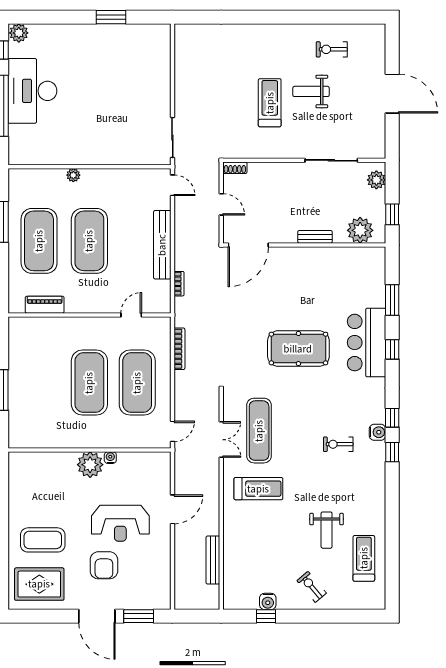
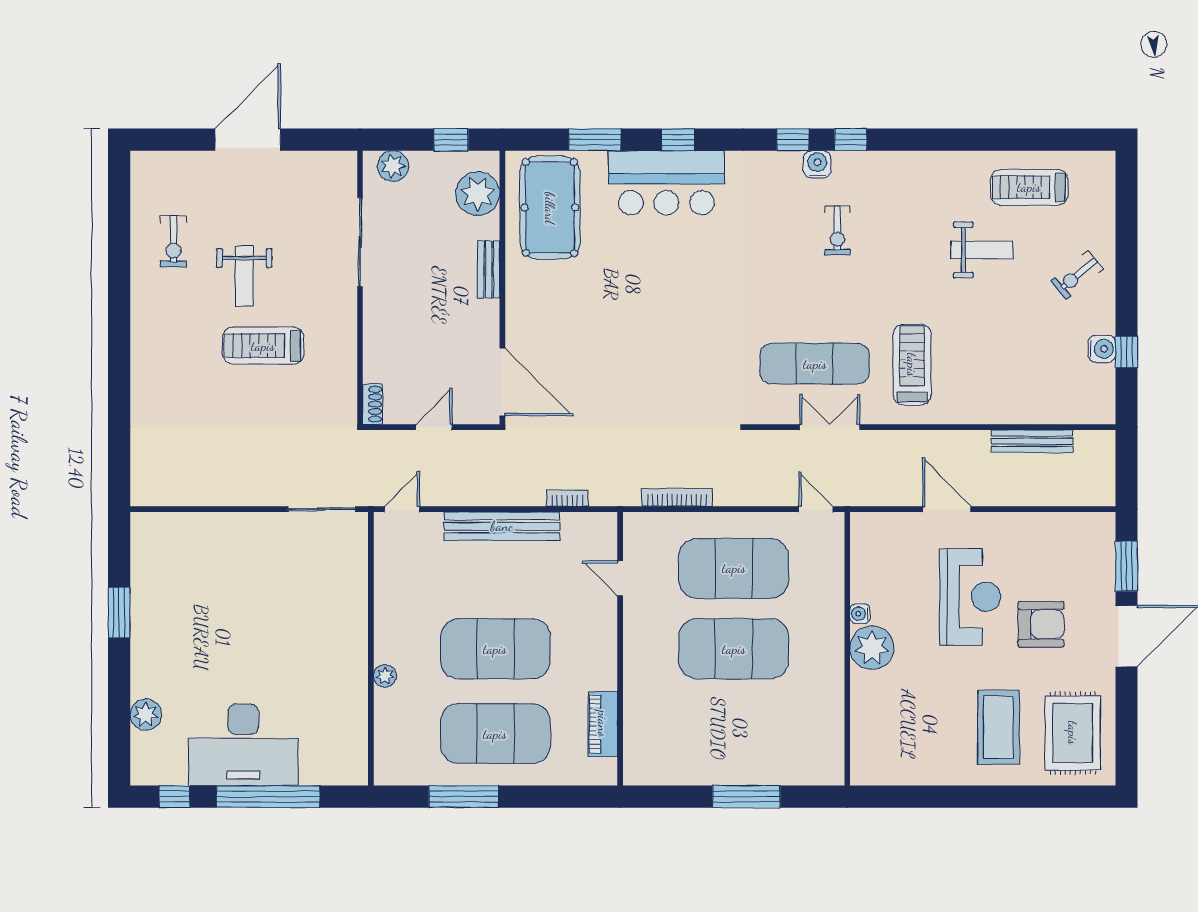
plant: (19, 33) -> (146, 715), moved
pool table: (298, 349) -> (550, 208), moved

